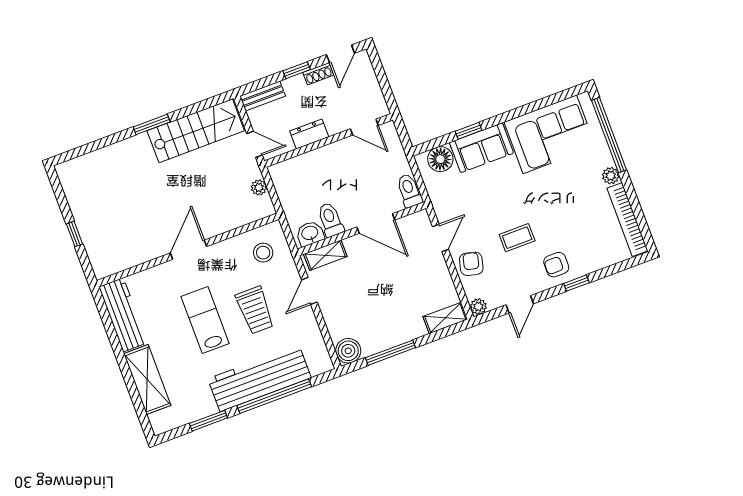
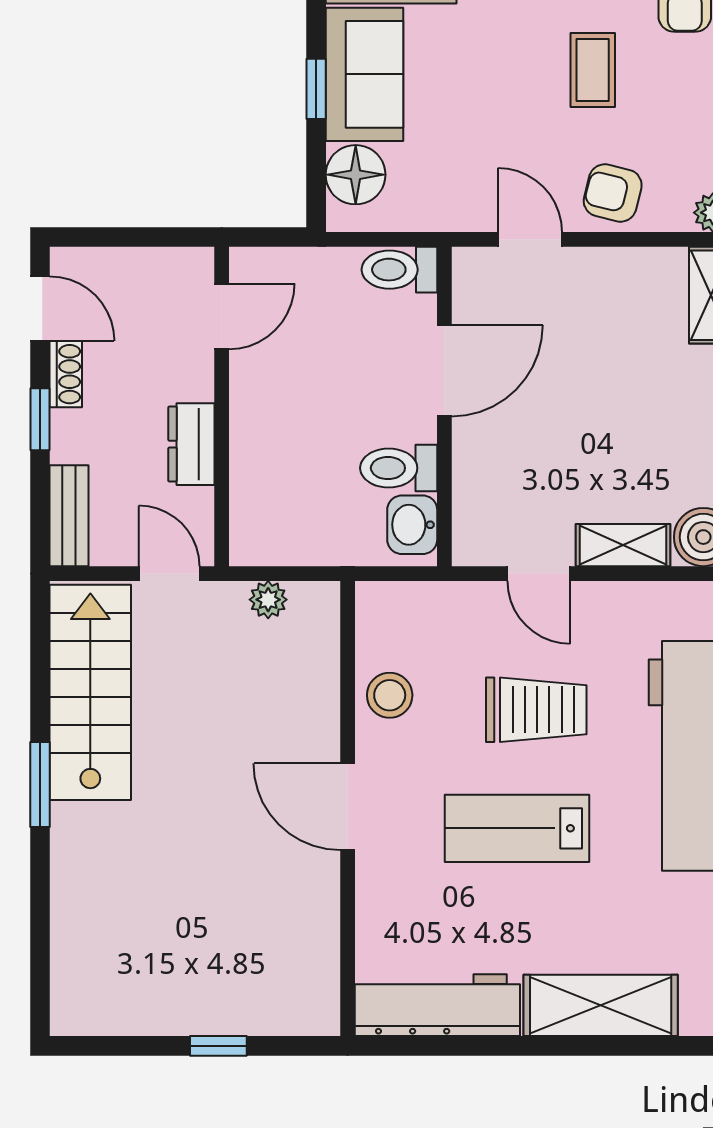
door: (255, 144) -> (169, 574), hinge flipped
stool: (263, 253) -> (390, 695), moved
shelving: (325, 255) -> (623, 545), moved, turned 90

